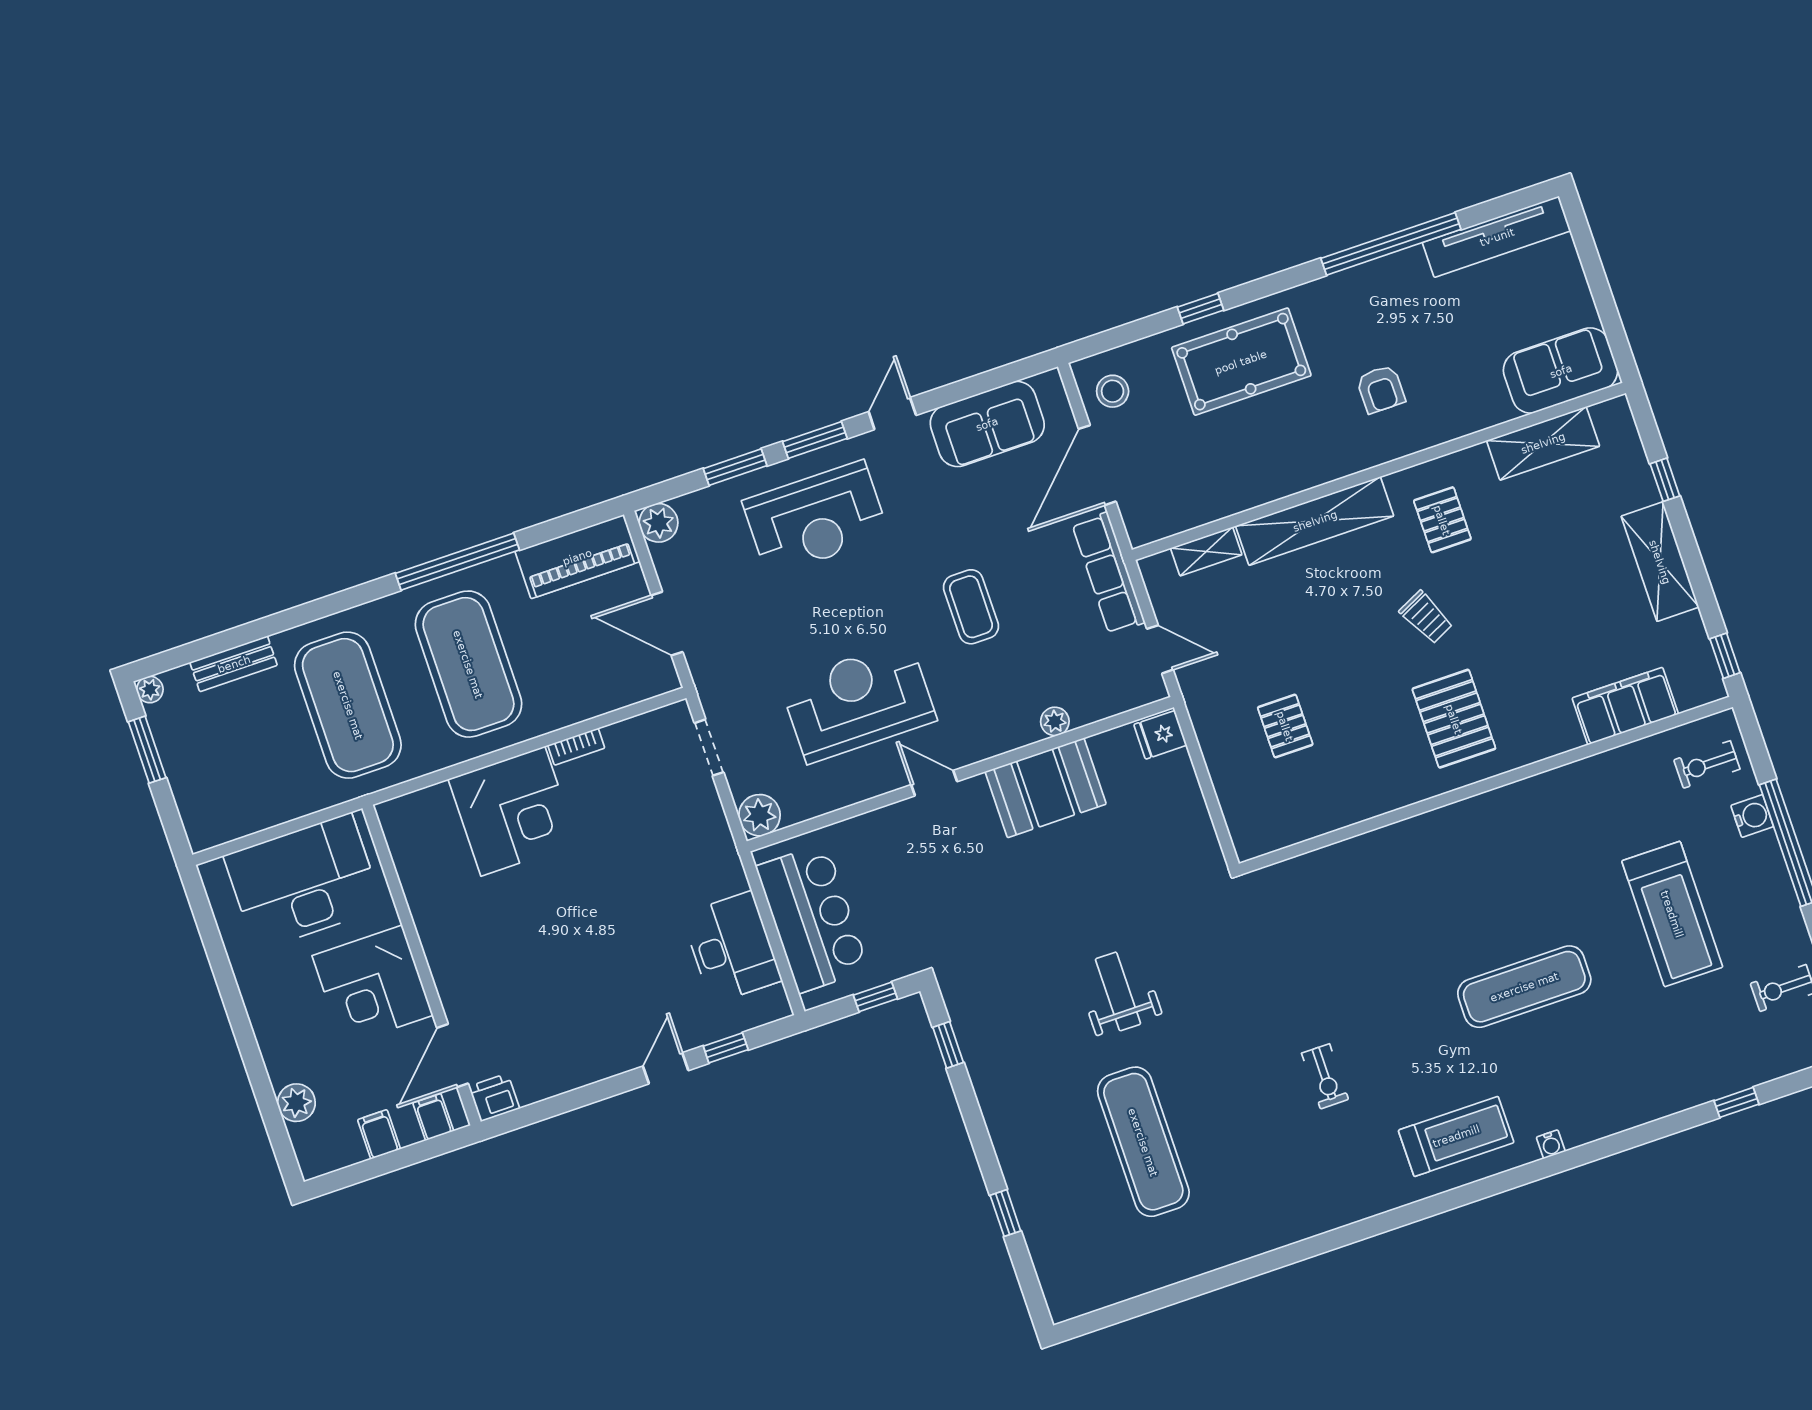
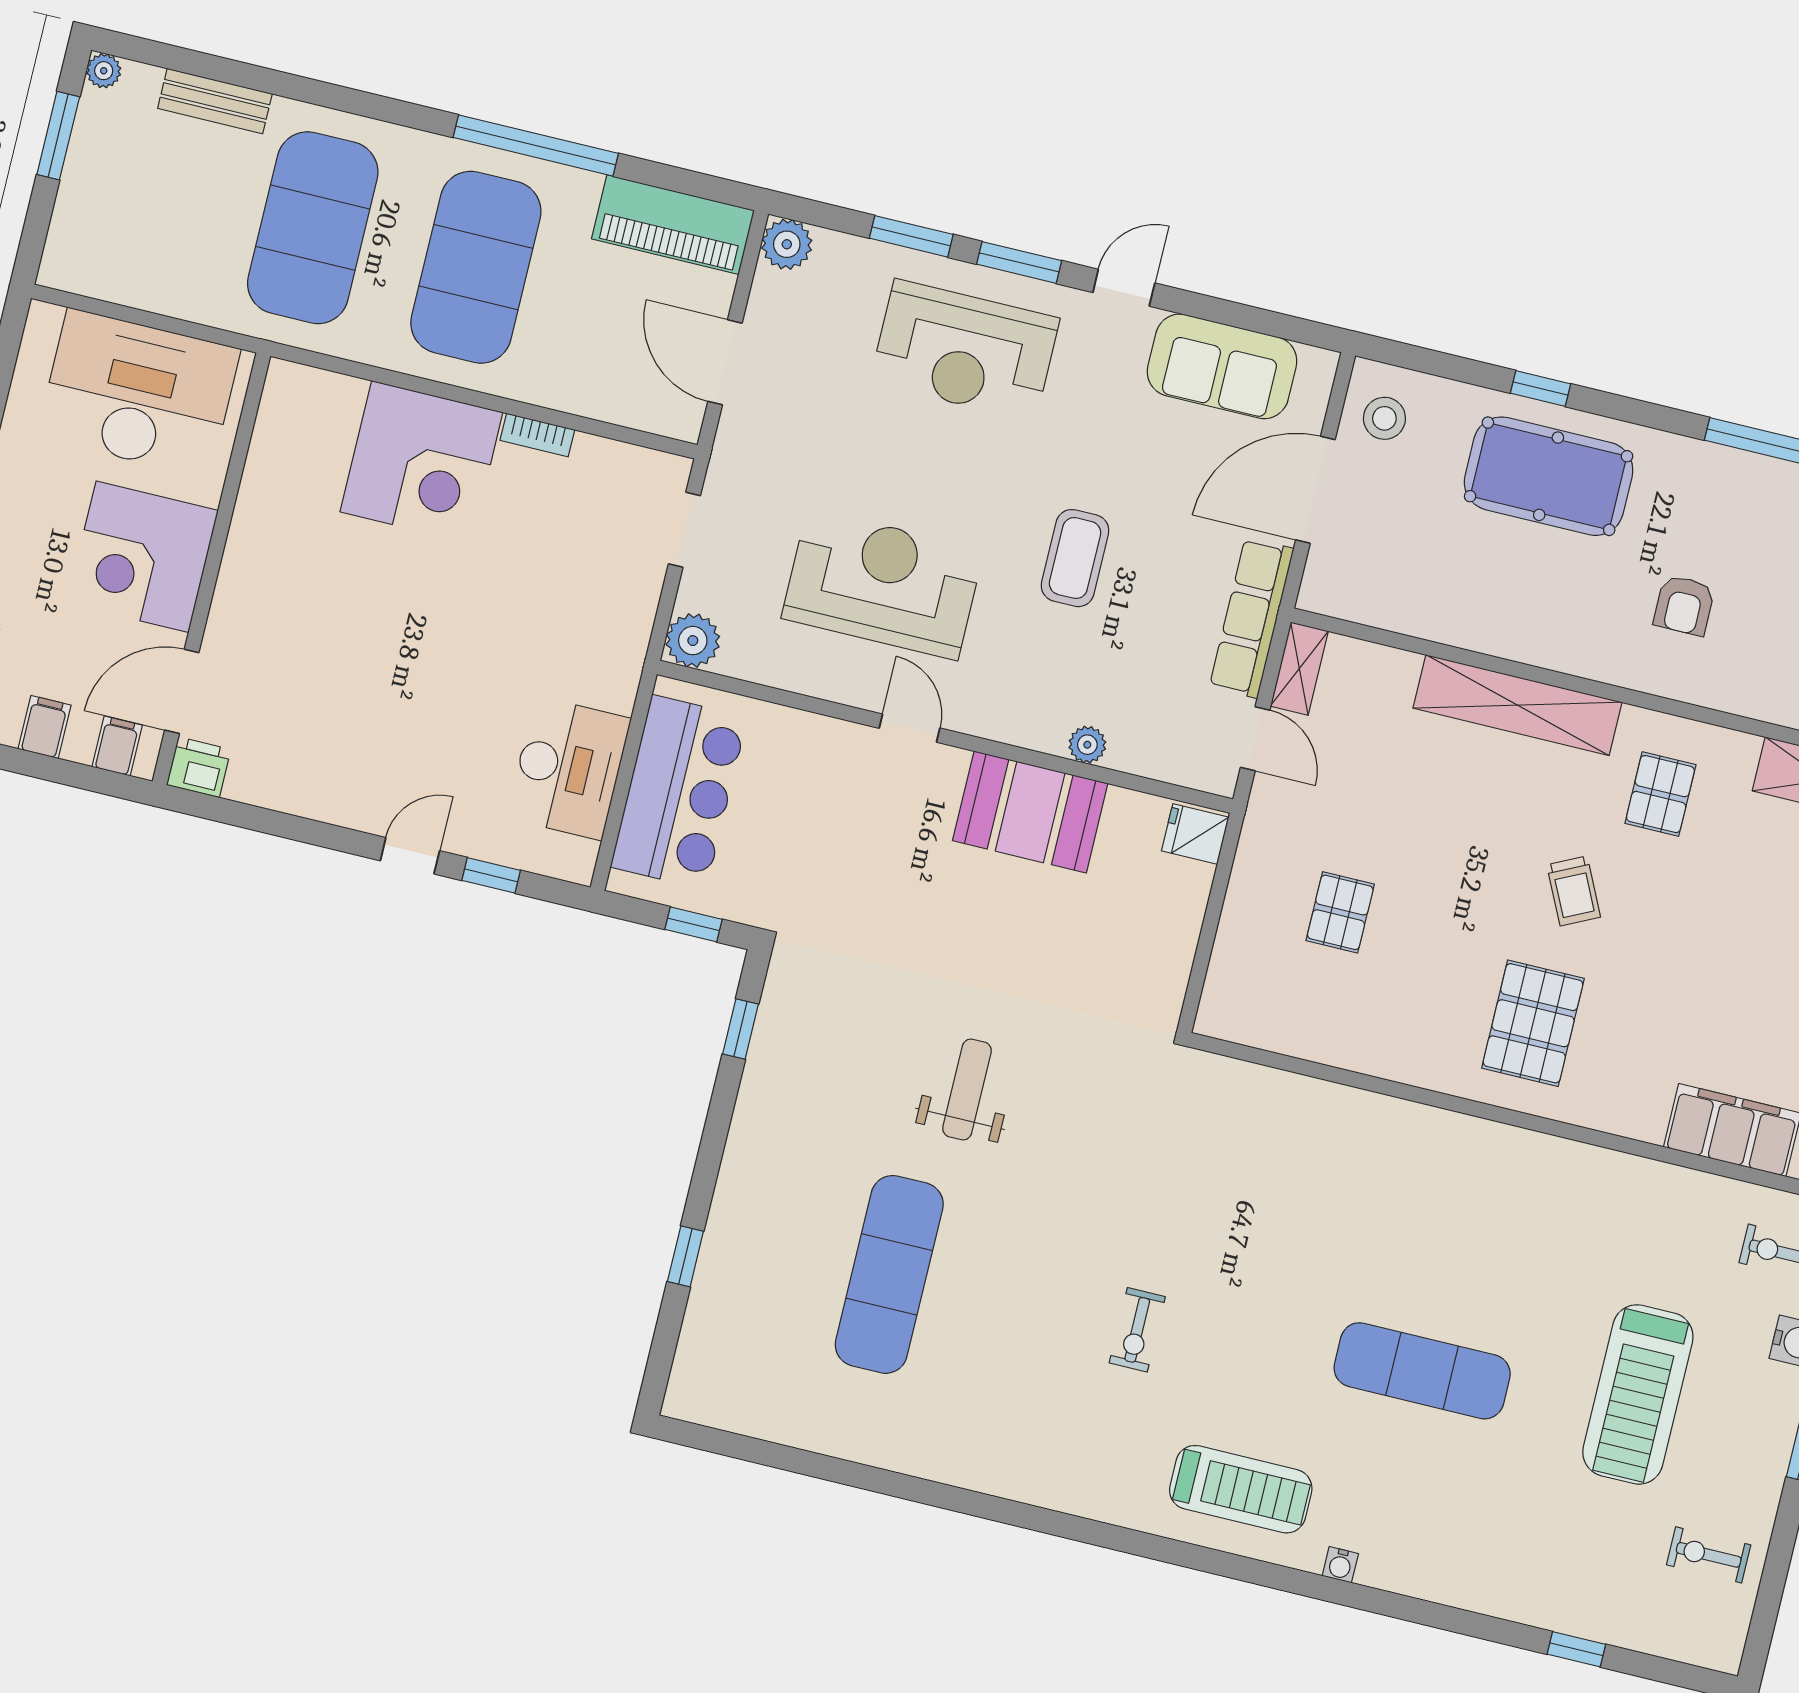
shelving: (1206, 551) -> (1299, 669), moved, turned 90

